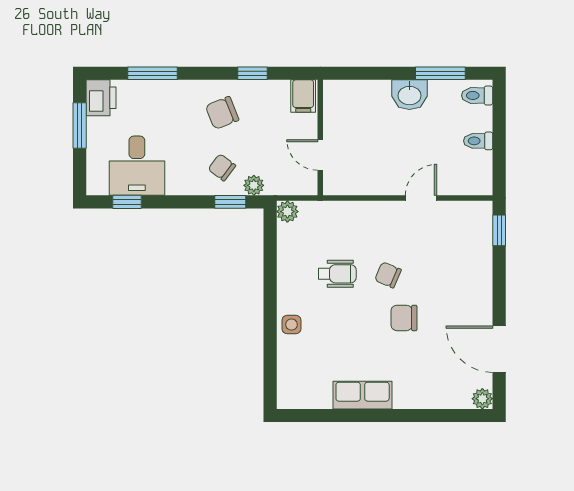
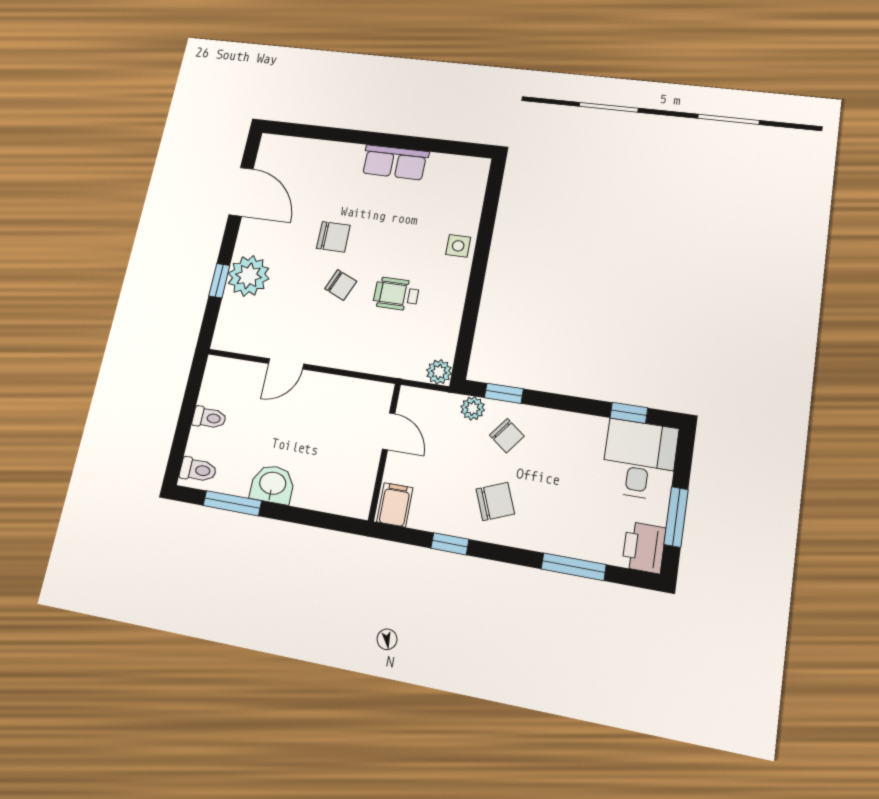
desk: (137, 166) -> (639, 459), moved
window: (499, 230) -> (219, 281), moved
plant: (482, 399) -> (249, 276), moved, width x1.88, depth x1.88

